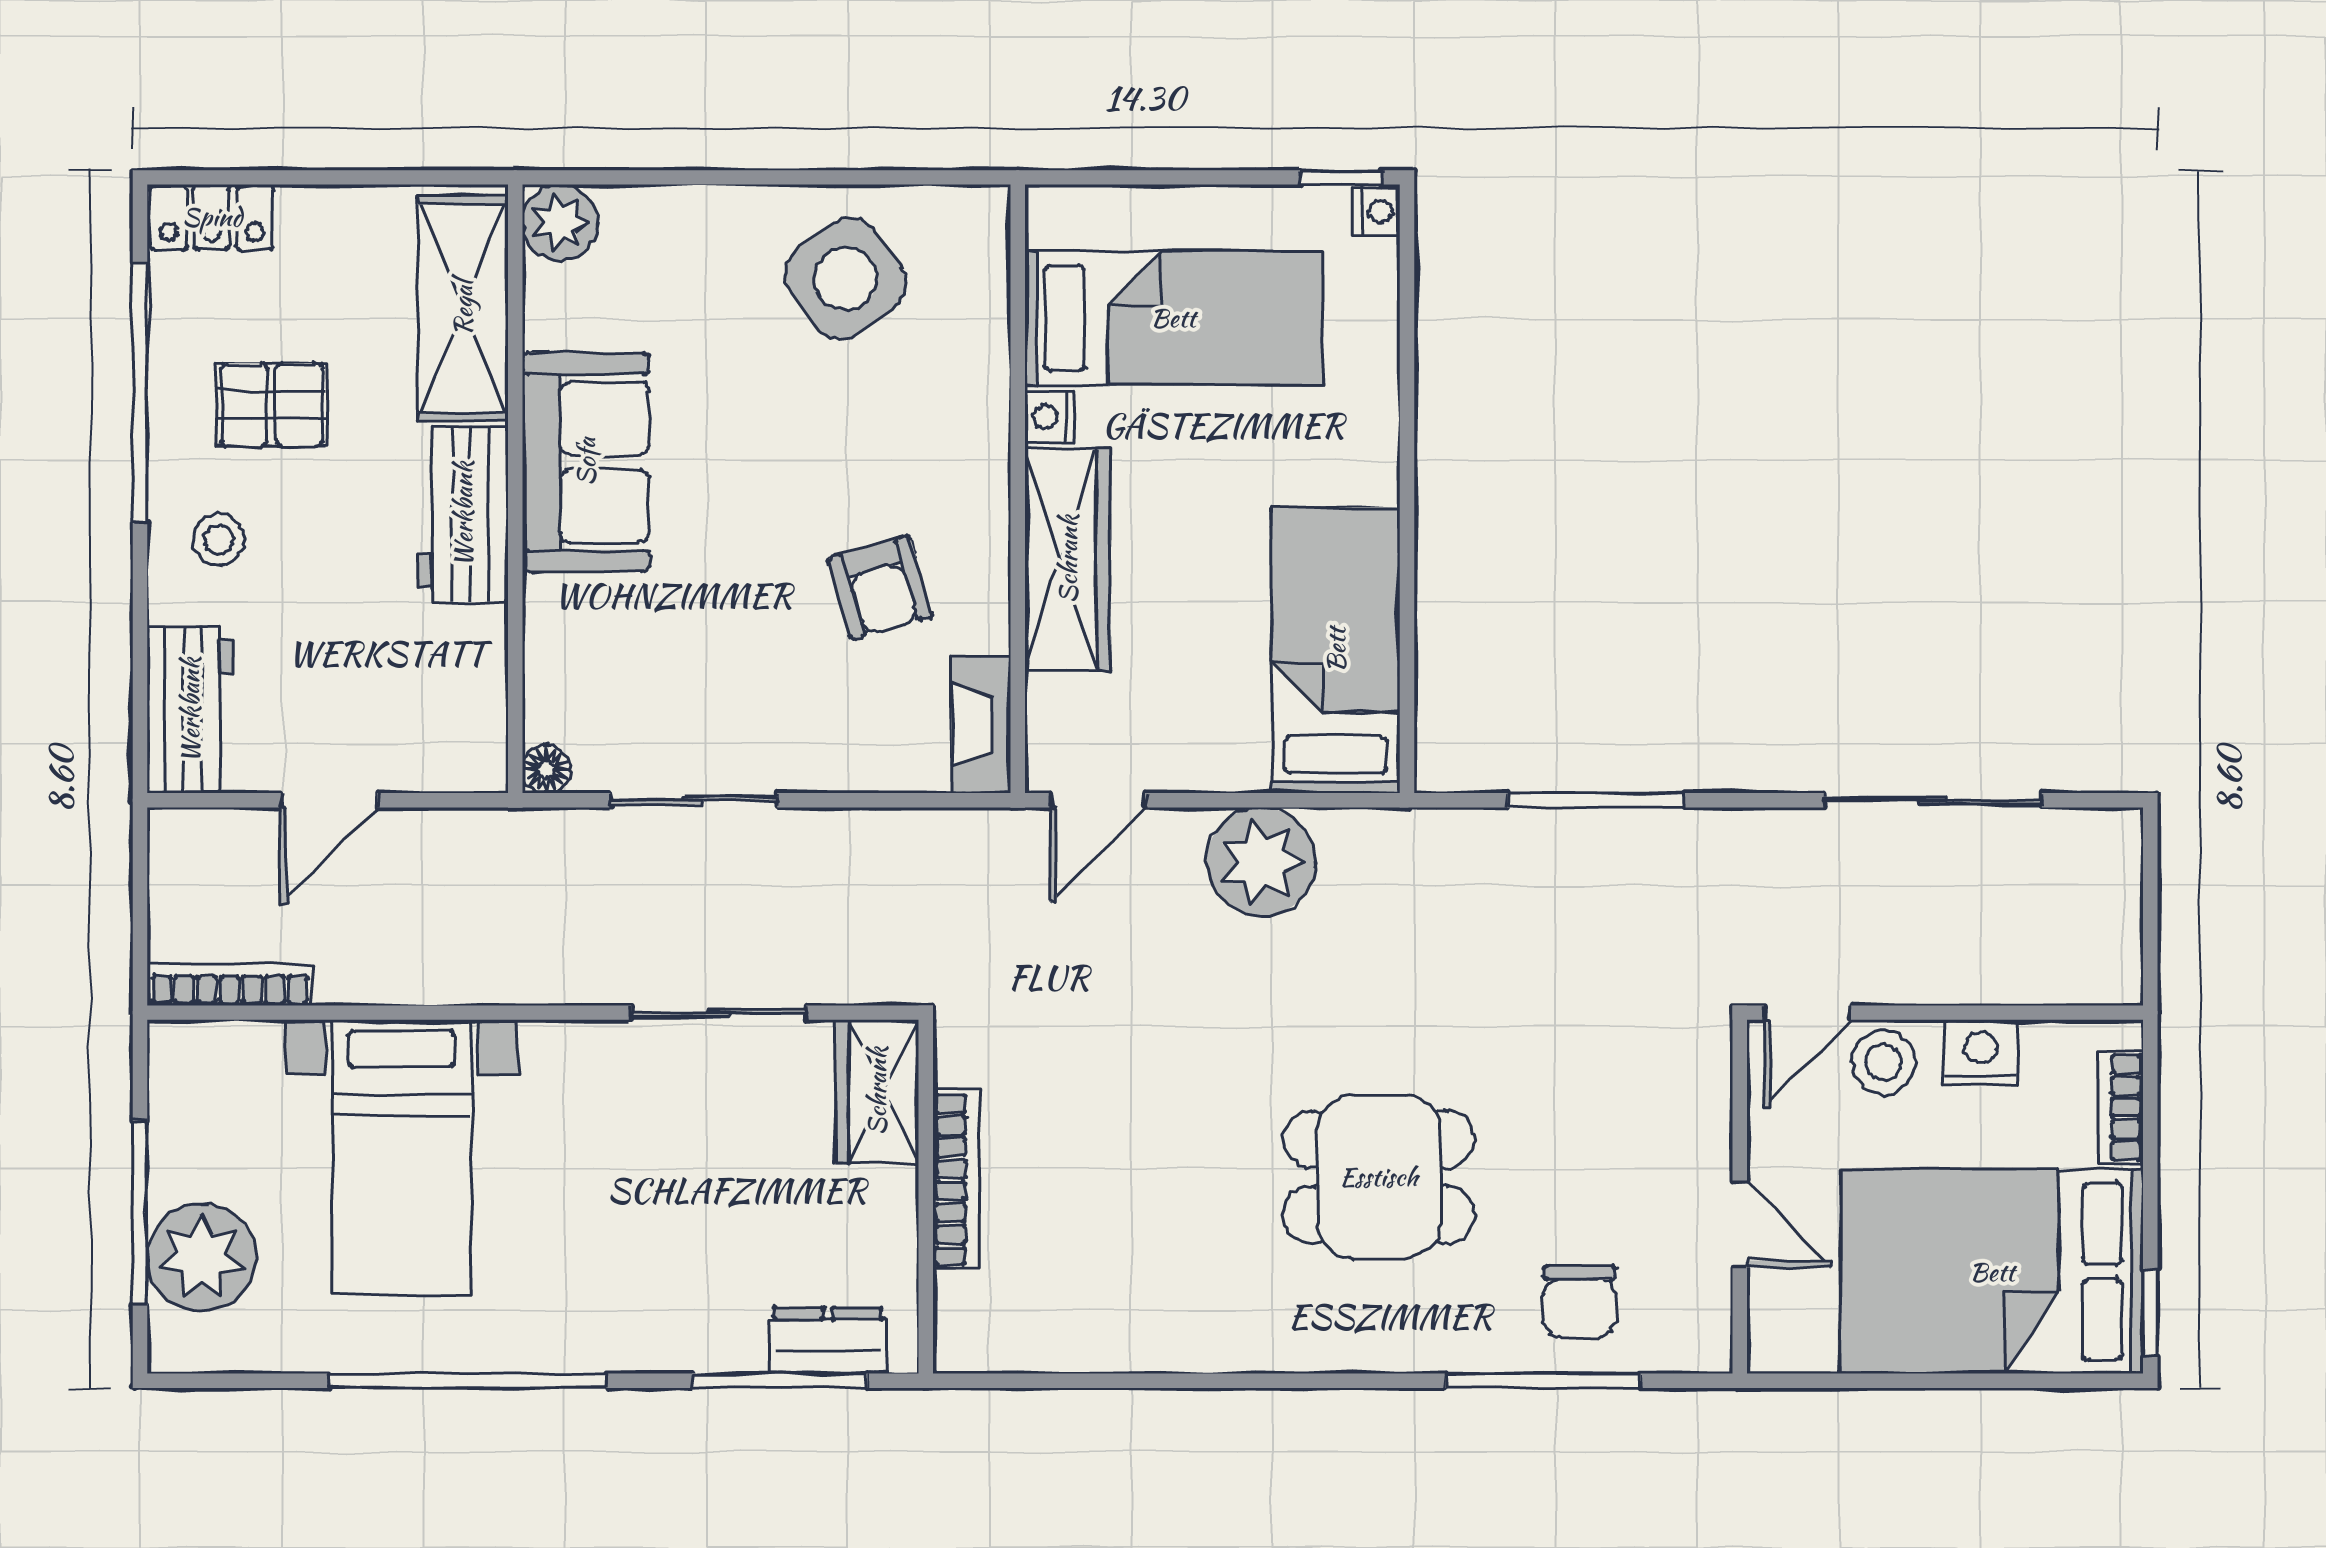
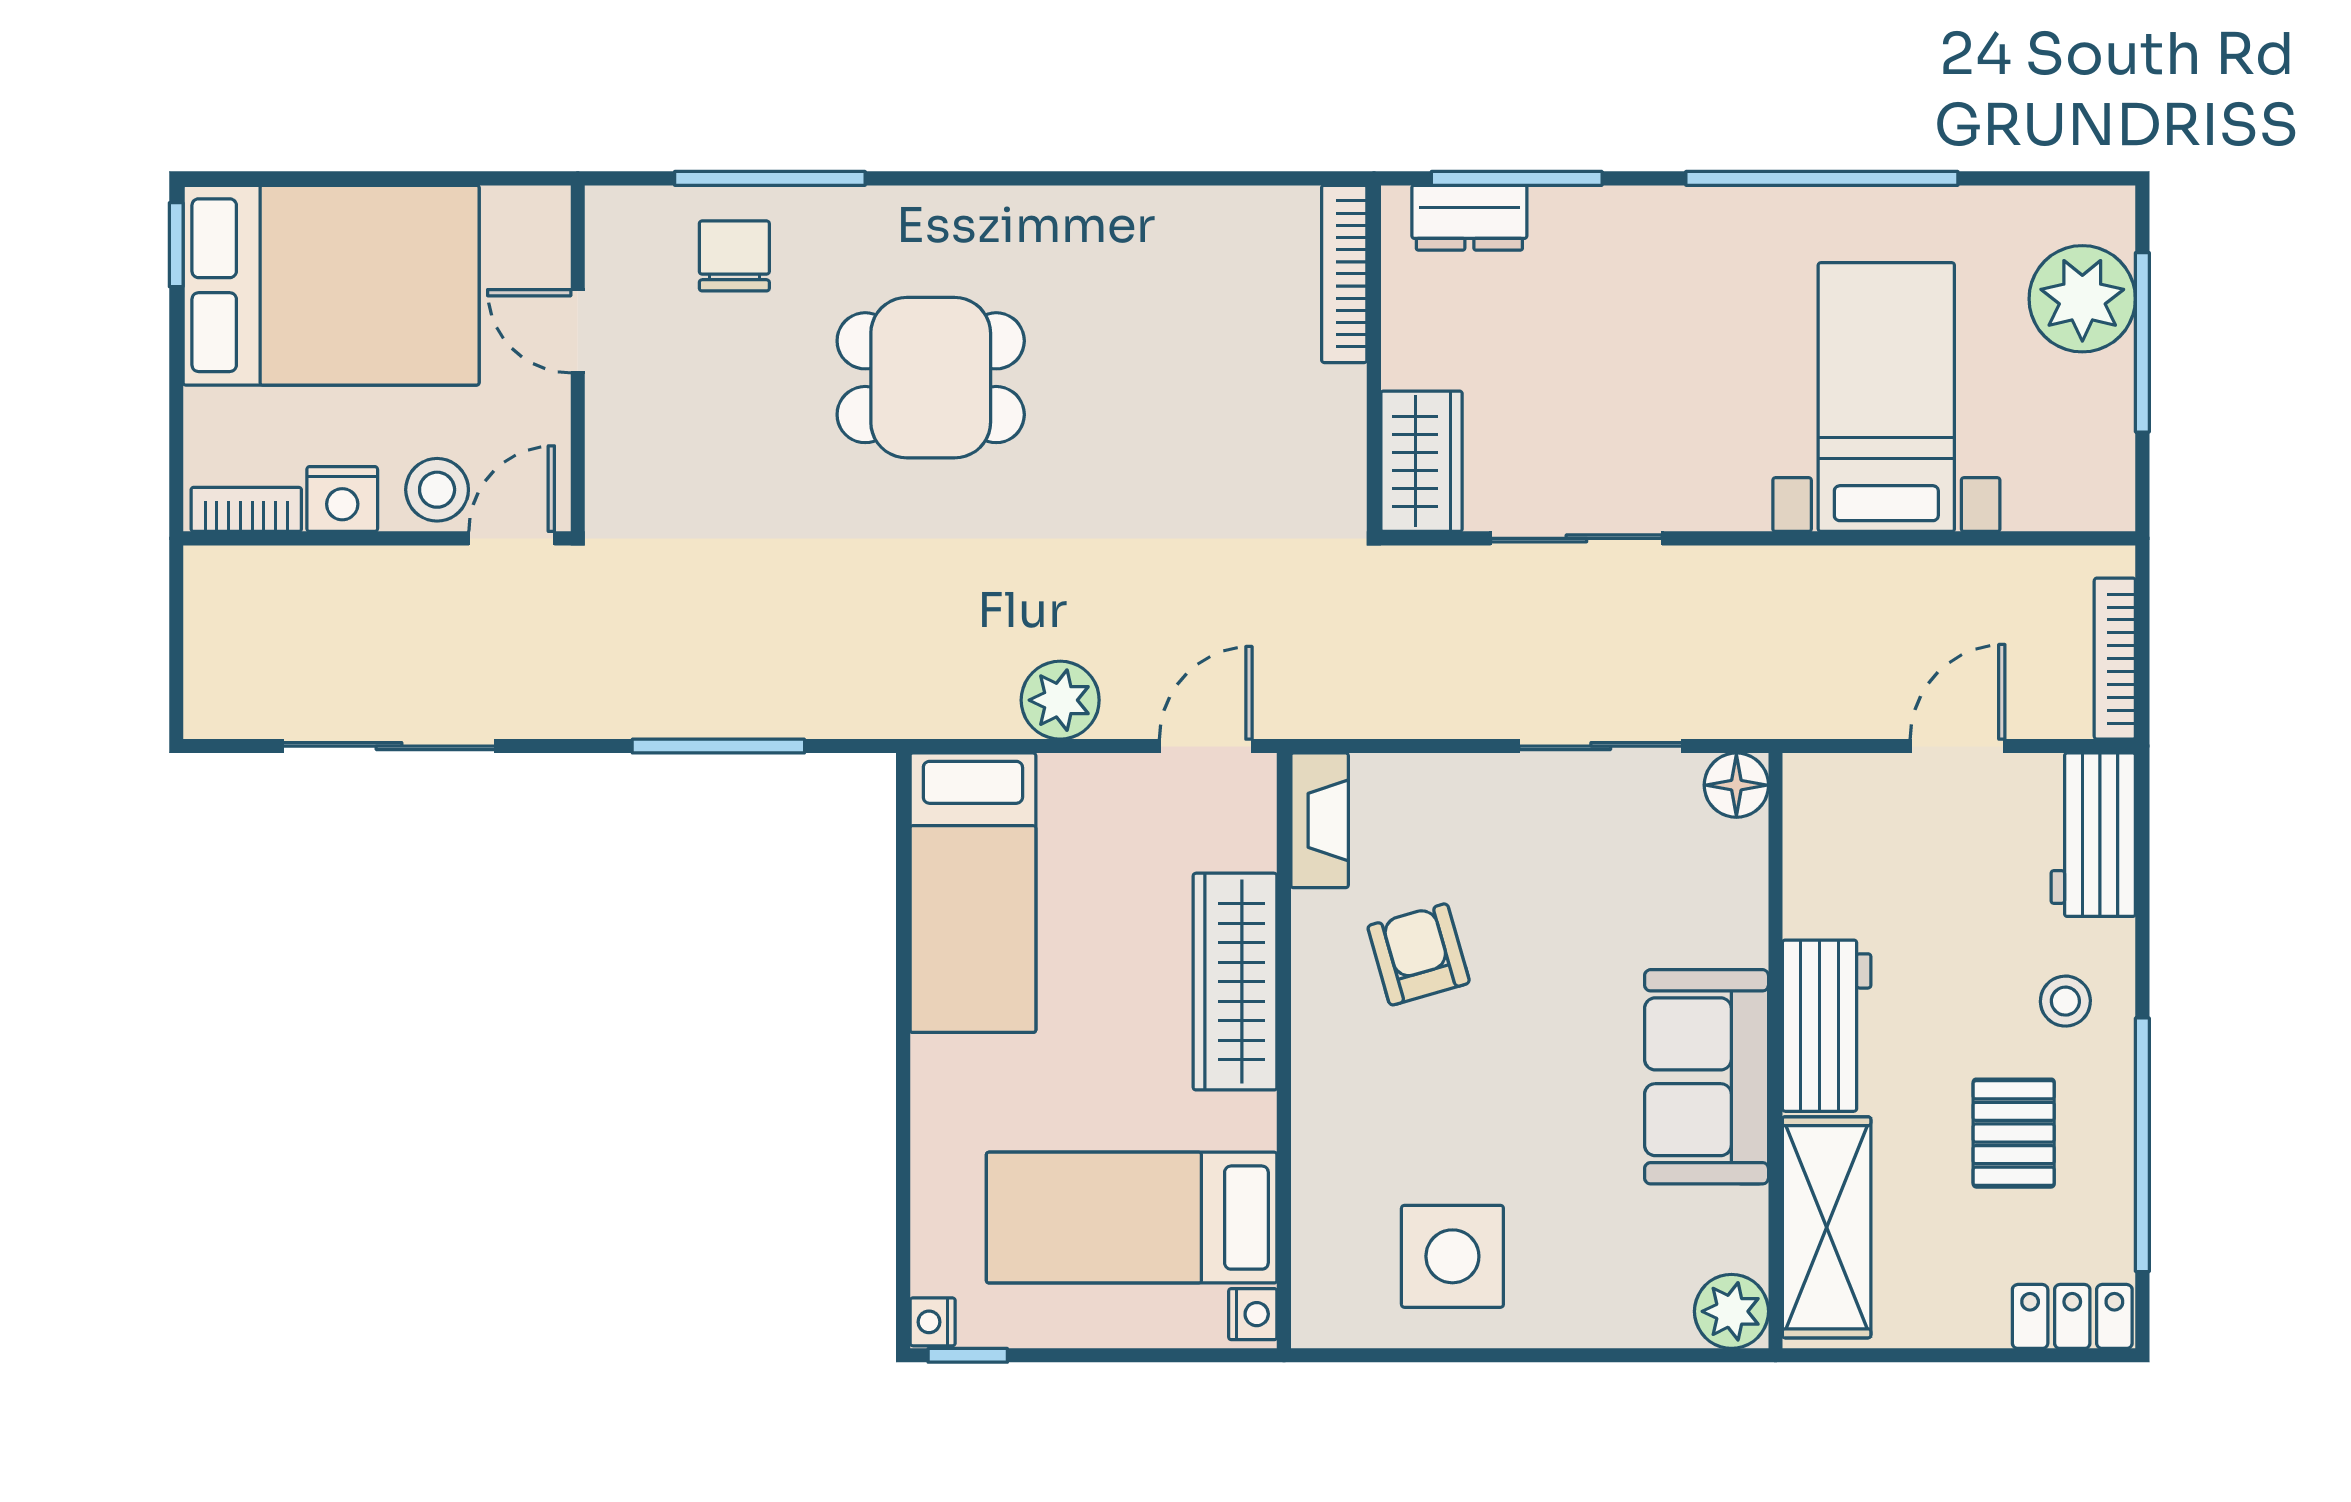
side table: (845, 279) -> (1452, 1256), turned 35
pallet: (272, 405) -> (2014, 1133), turned 90
nightstand: (1050, 417) -> (1253, 1314), moved
floor lamp: (546, 769) -> (1736, 785), width x1.37, depth x1.37
plant: (1261, 862) -> (1060, 700), width x0.73, depth x0.73
bookcase: (229, 984) -> (2115, 659), moved, turned 90
bookcase: (2121, 1107) -> (246, 509), moved, turned -90
bookcase: (956, 1180) -> (1344, 274), moved

